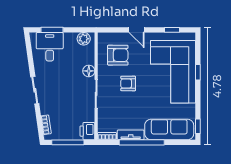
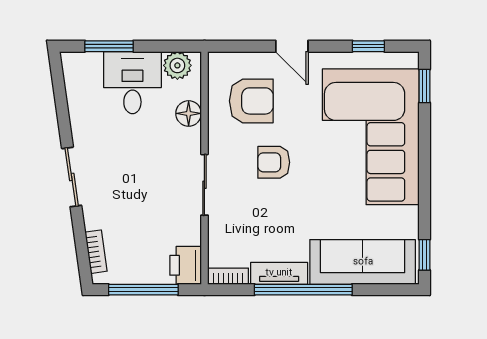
desk: (50, 47) -> (132, 83), moved
floor lamp: (89, 71) -> (189, 113), moved
window: (198, 72) -> (425, 86), moved

